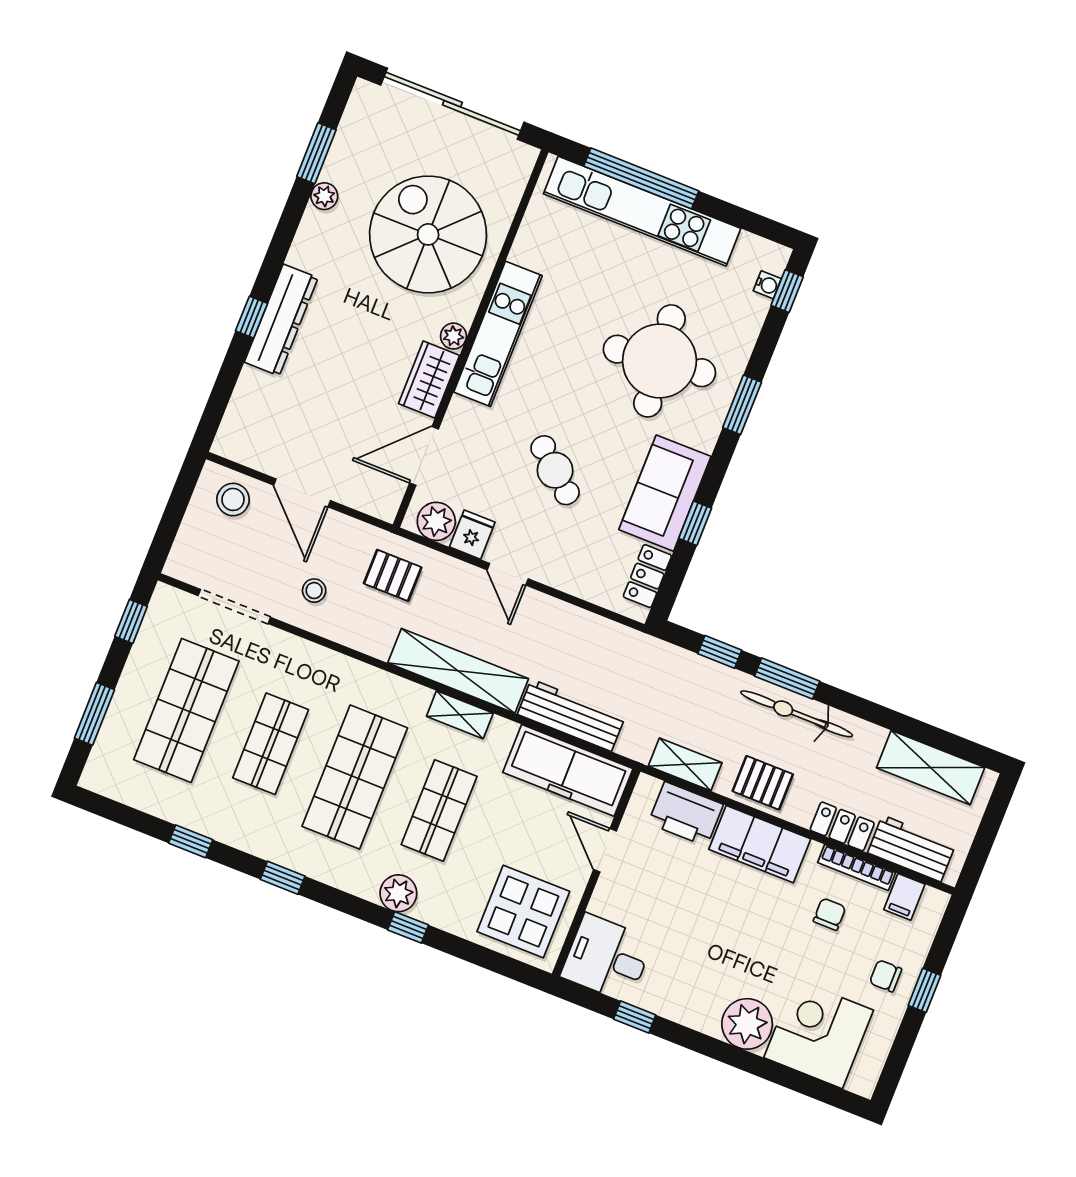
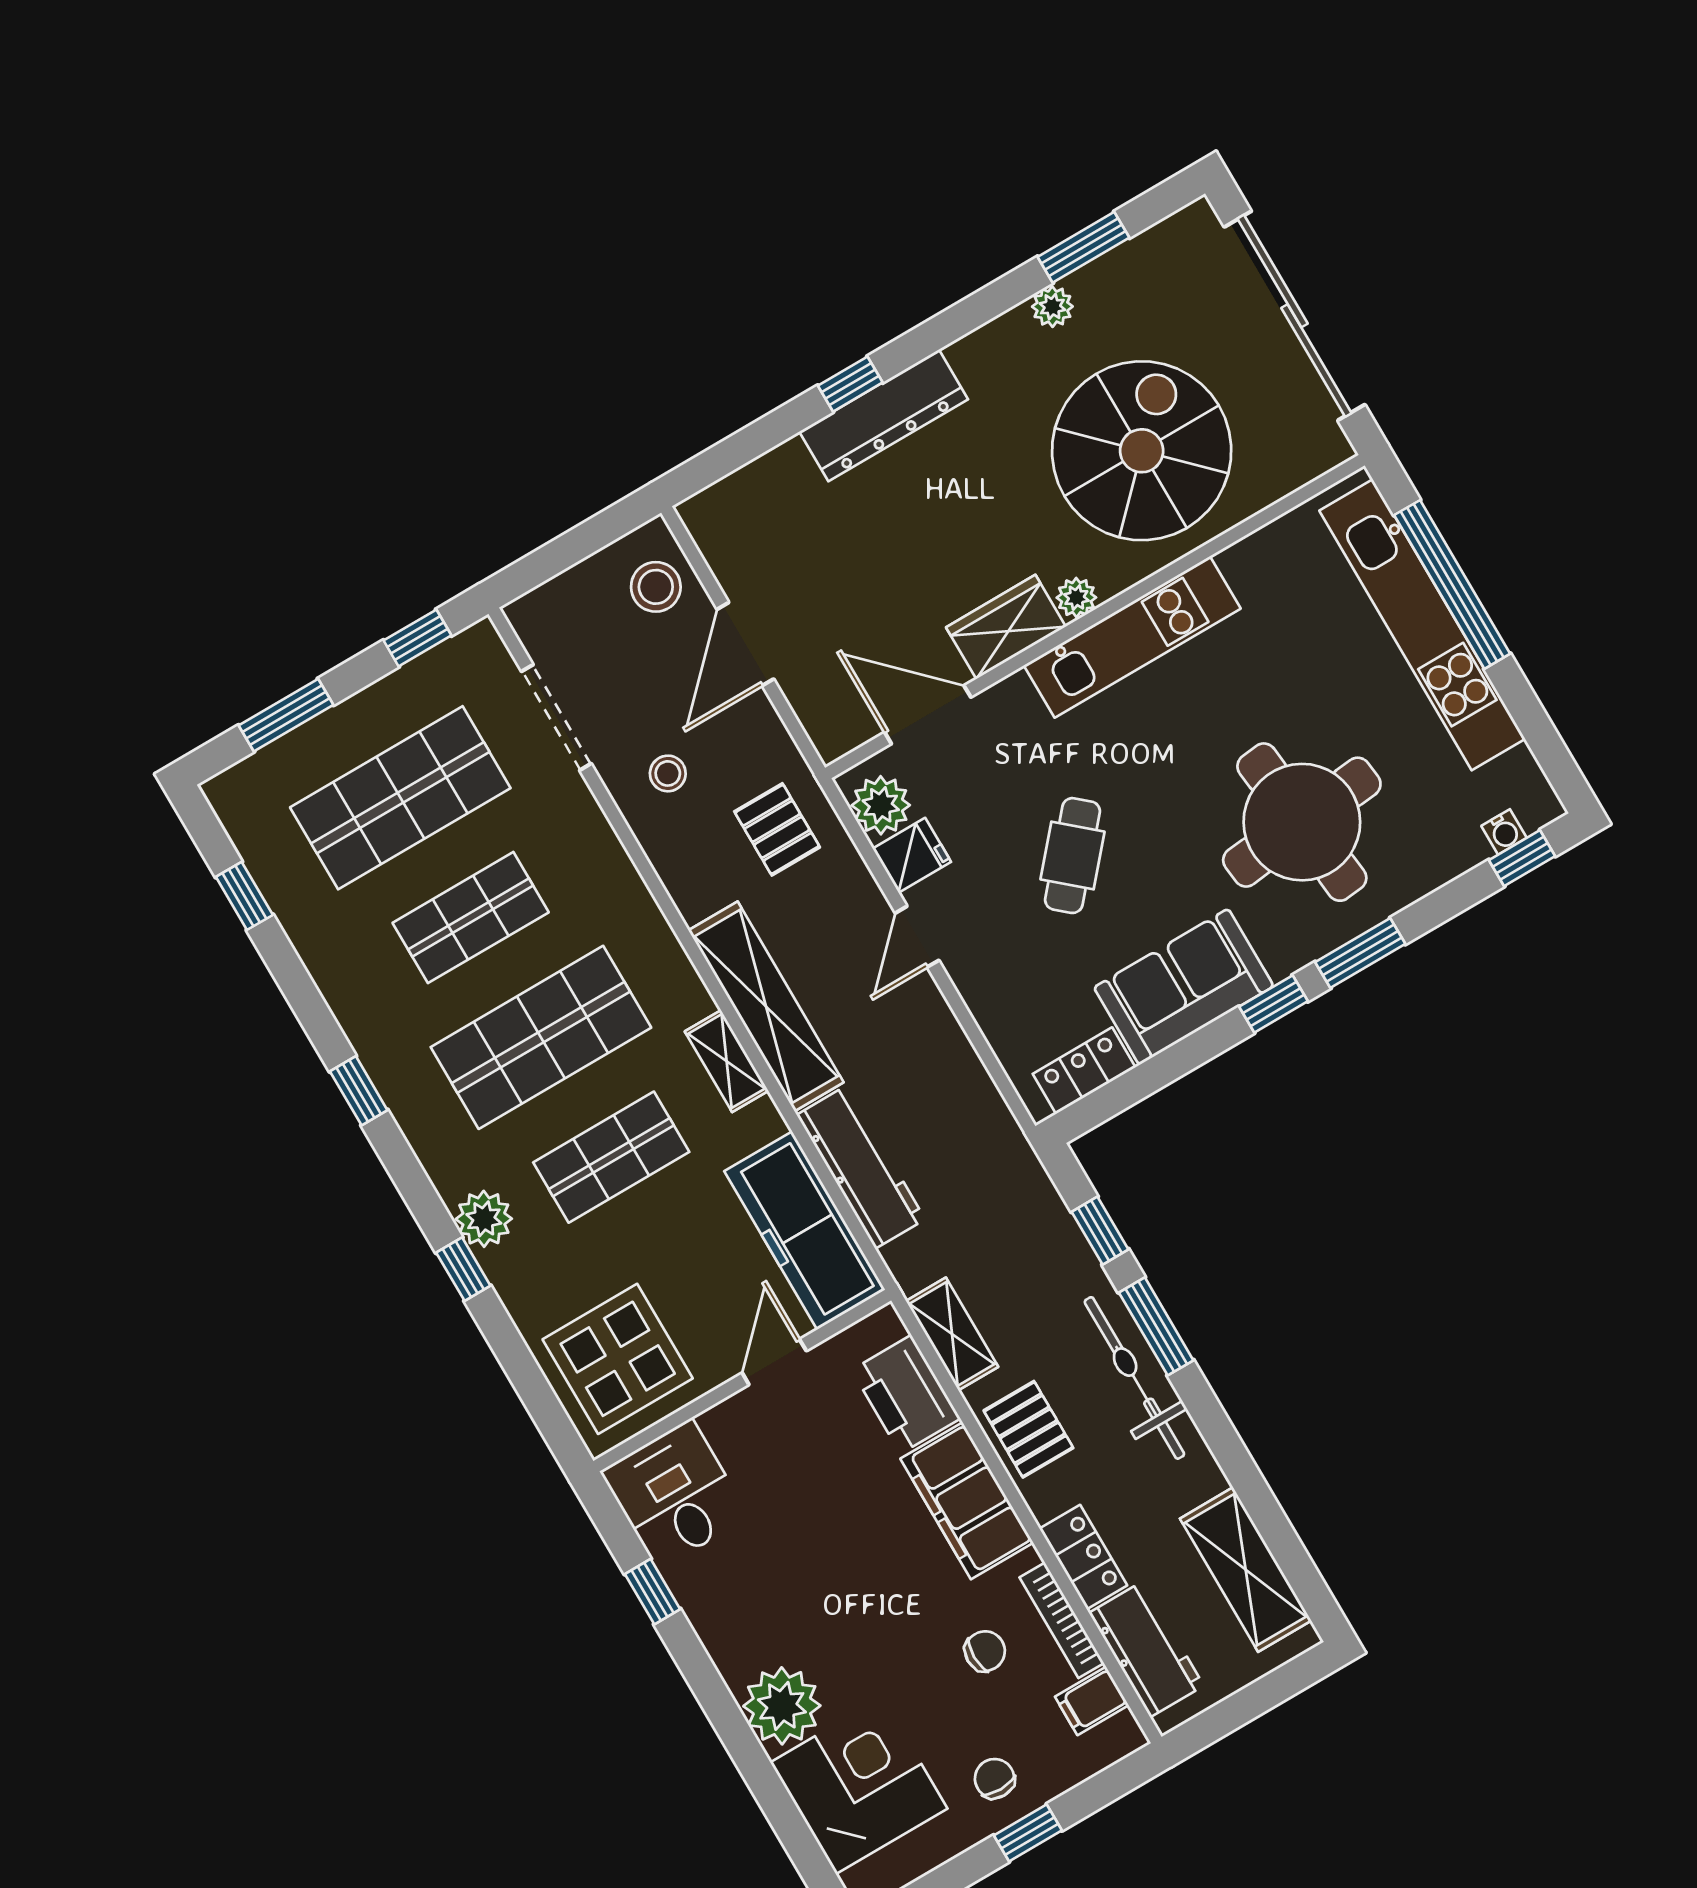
window: (695, 523) -> (1273, 1004), moved
window: (191, 841) -> (244, 896), moved

